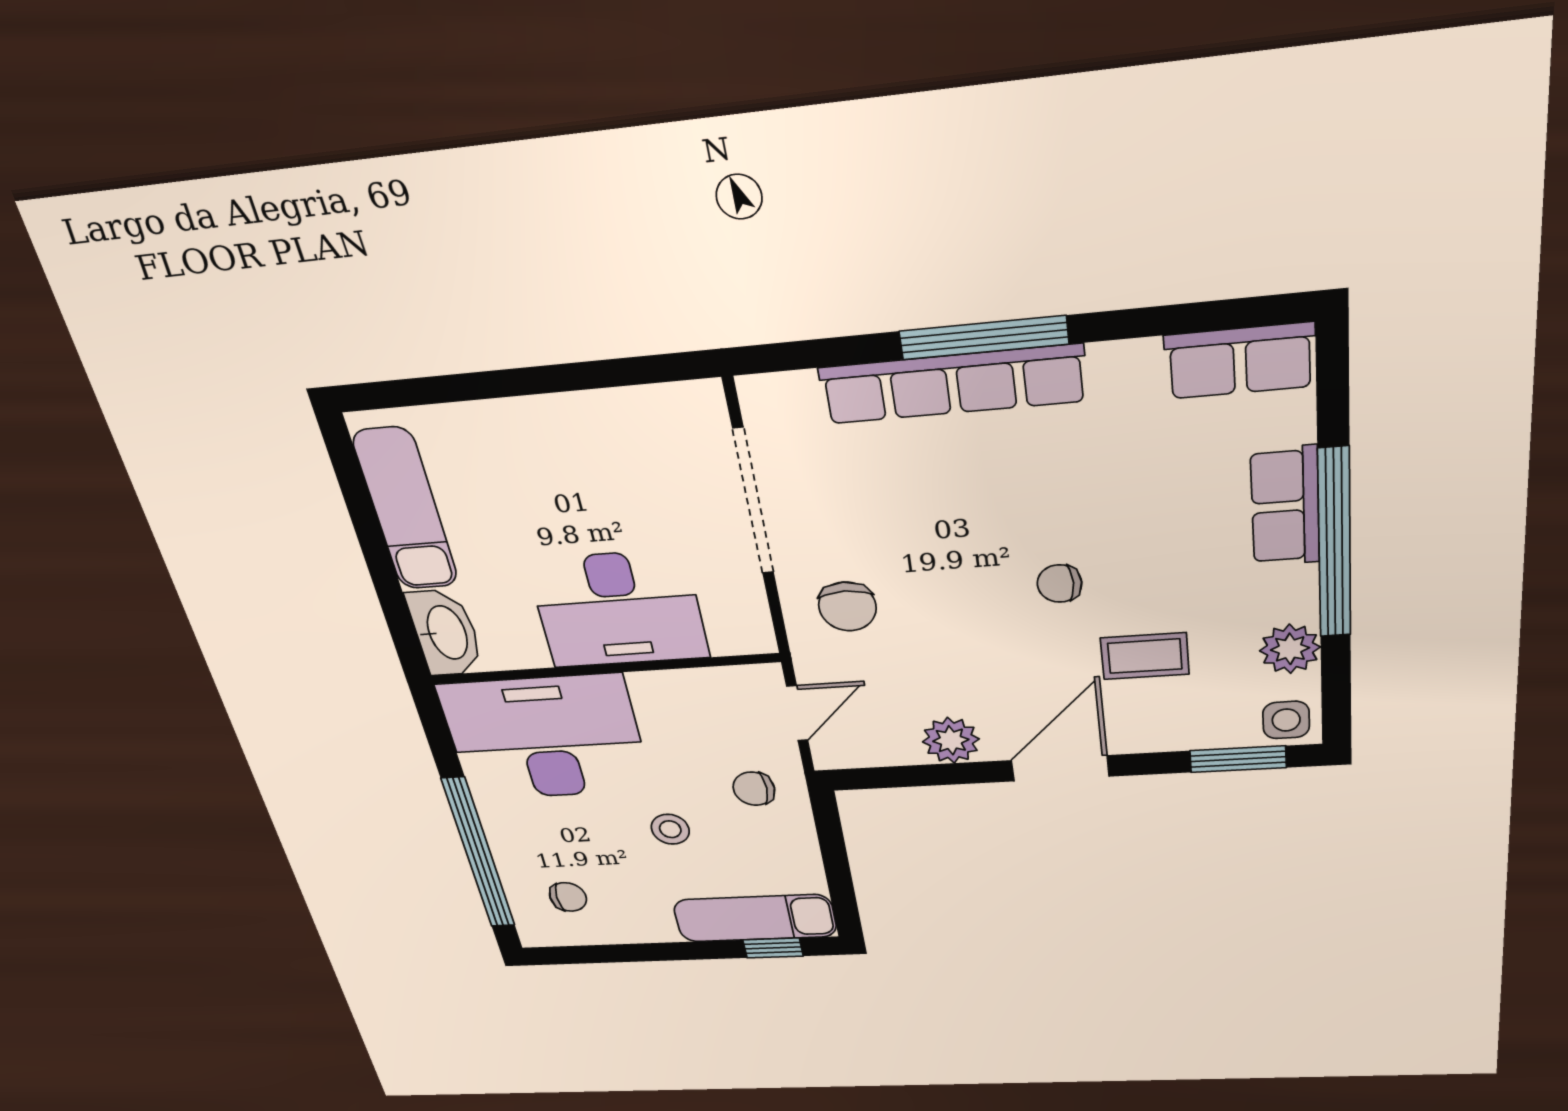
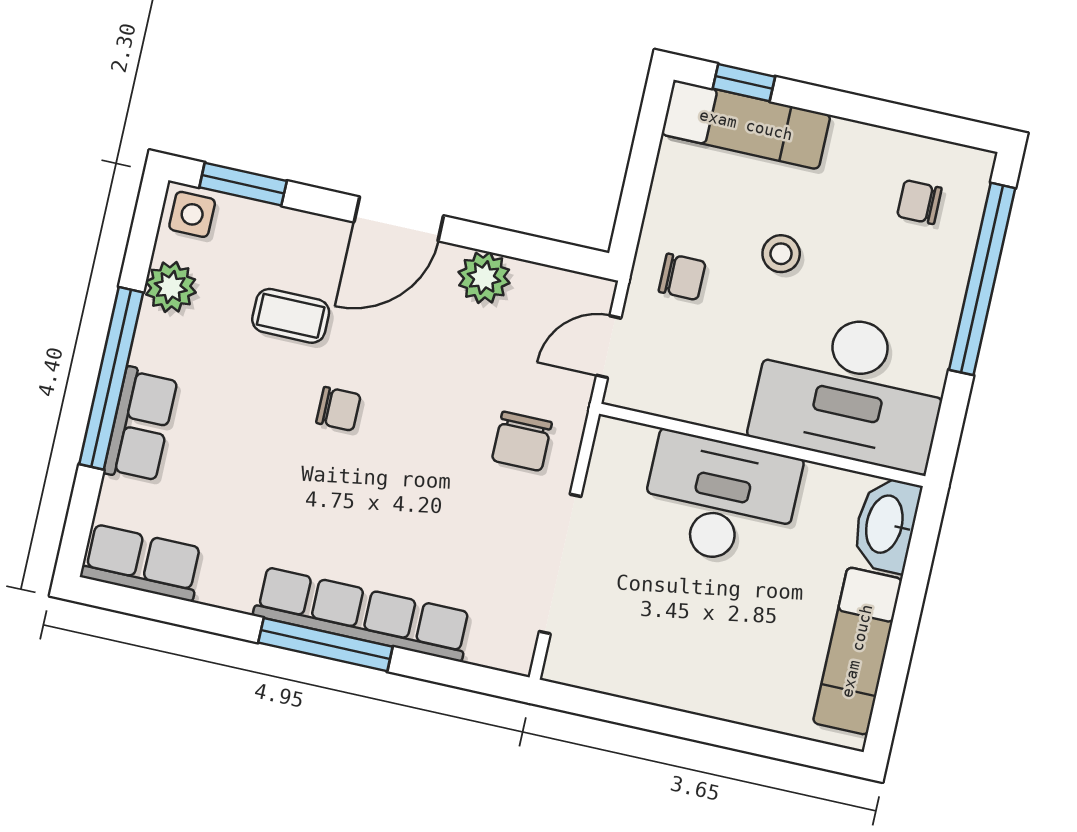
chair: (847, 606) -> (522, 441), turned 180

